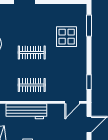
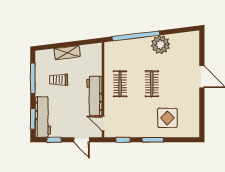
window: (89, 26) -> (153, 140), moved
workbench: (26, 111) -> (94, 96), moved

